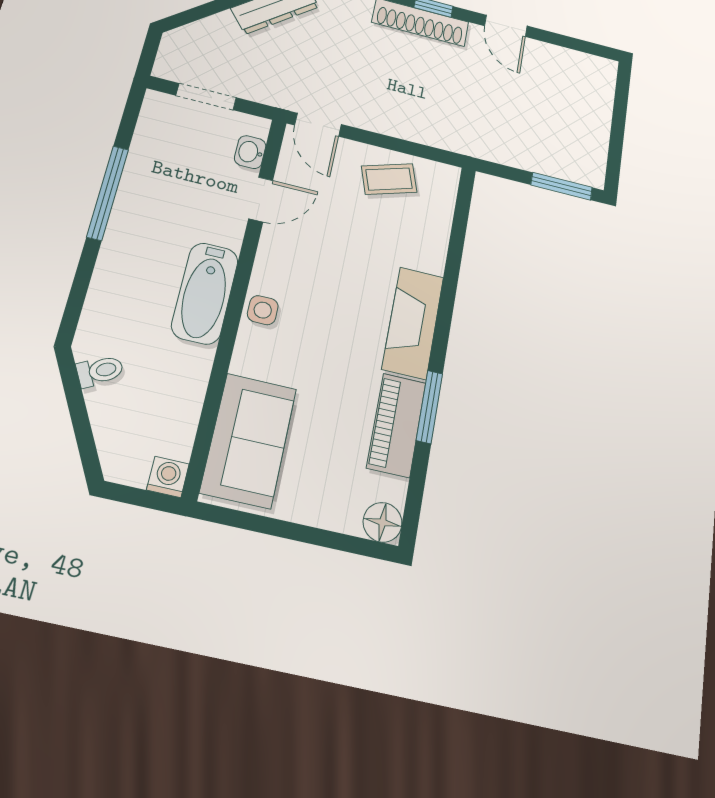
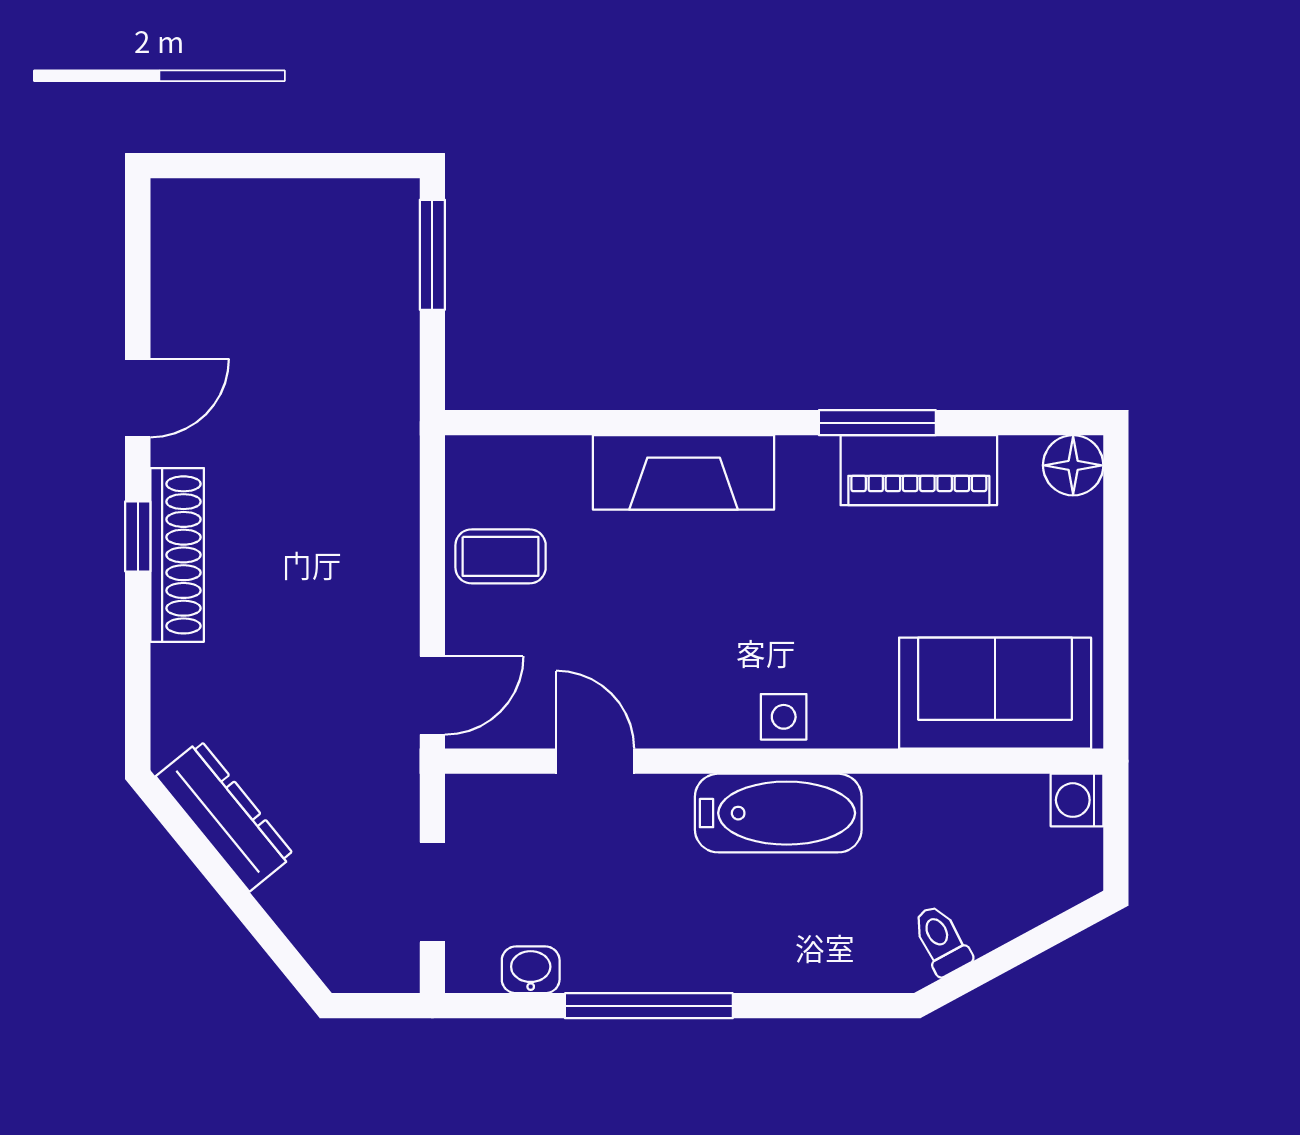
washbasin: (250, 152) -> (531, 970), moved, turned 180
coffee table: (389, 179) -> (501, 556), turned -72
fireplace: (413, 323) -> (684, 472), moved

